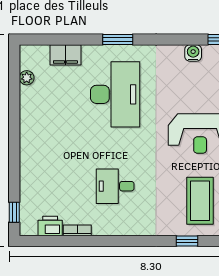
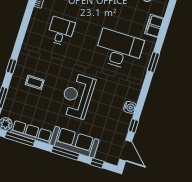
desk: (115, 94) -> (119, 50), turned 180
coffee table: (200, 201) -> (35, 82), width x0.54, depth x0.58

